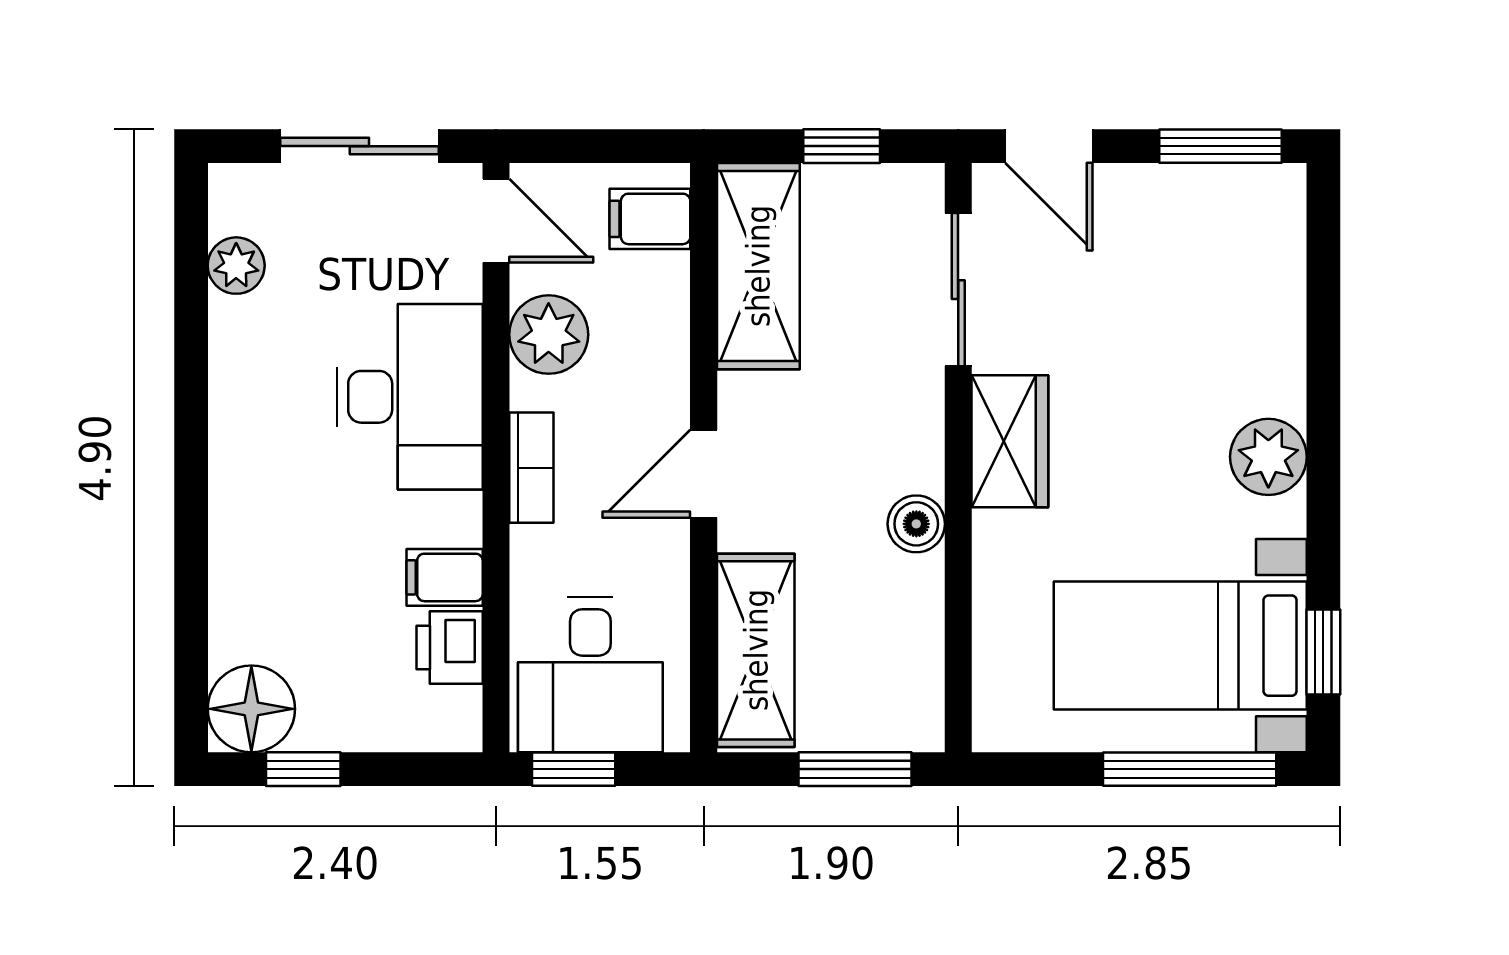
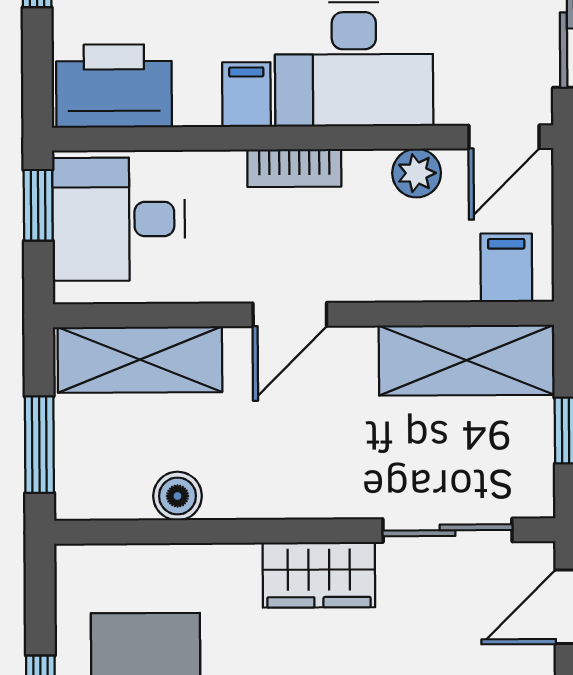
plant: (549, 335) -> (417, 173), width x0.73, depth x0.73
door: (704, 474) -> (290, 315), swing flipped
boiler: (916, 524) -> (177, 496), moved
filing cabinet: (445, 577) -> (246, 95), moved
printer: (450, 648) -> (114, 86), width x1.87, depth x1.48

